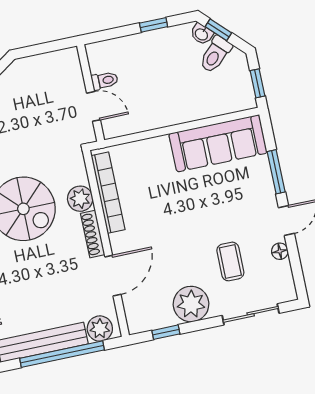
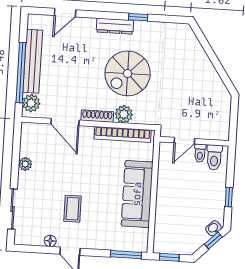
toilet: (215, 54) -> (214, 157), moved, turned -135
sofa: (218, 143) -> (137, 194), moved
window: (276, 172) -> (126, 255), moved
coffee table: (230, 261) -> (73, 209), moved, turned 90
plant: (191, 304) -> (25, 164), width x0.53, depth x0.53
window: (166, 332) -> (16, 148), removed

